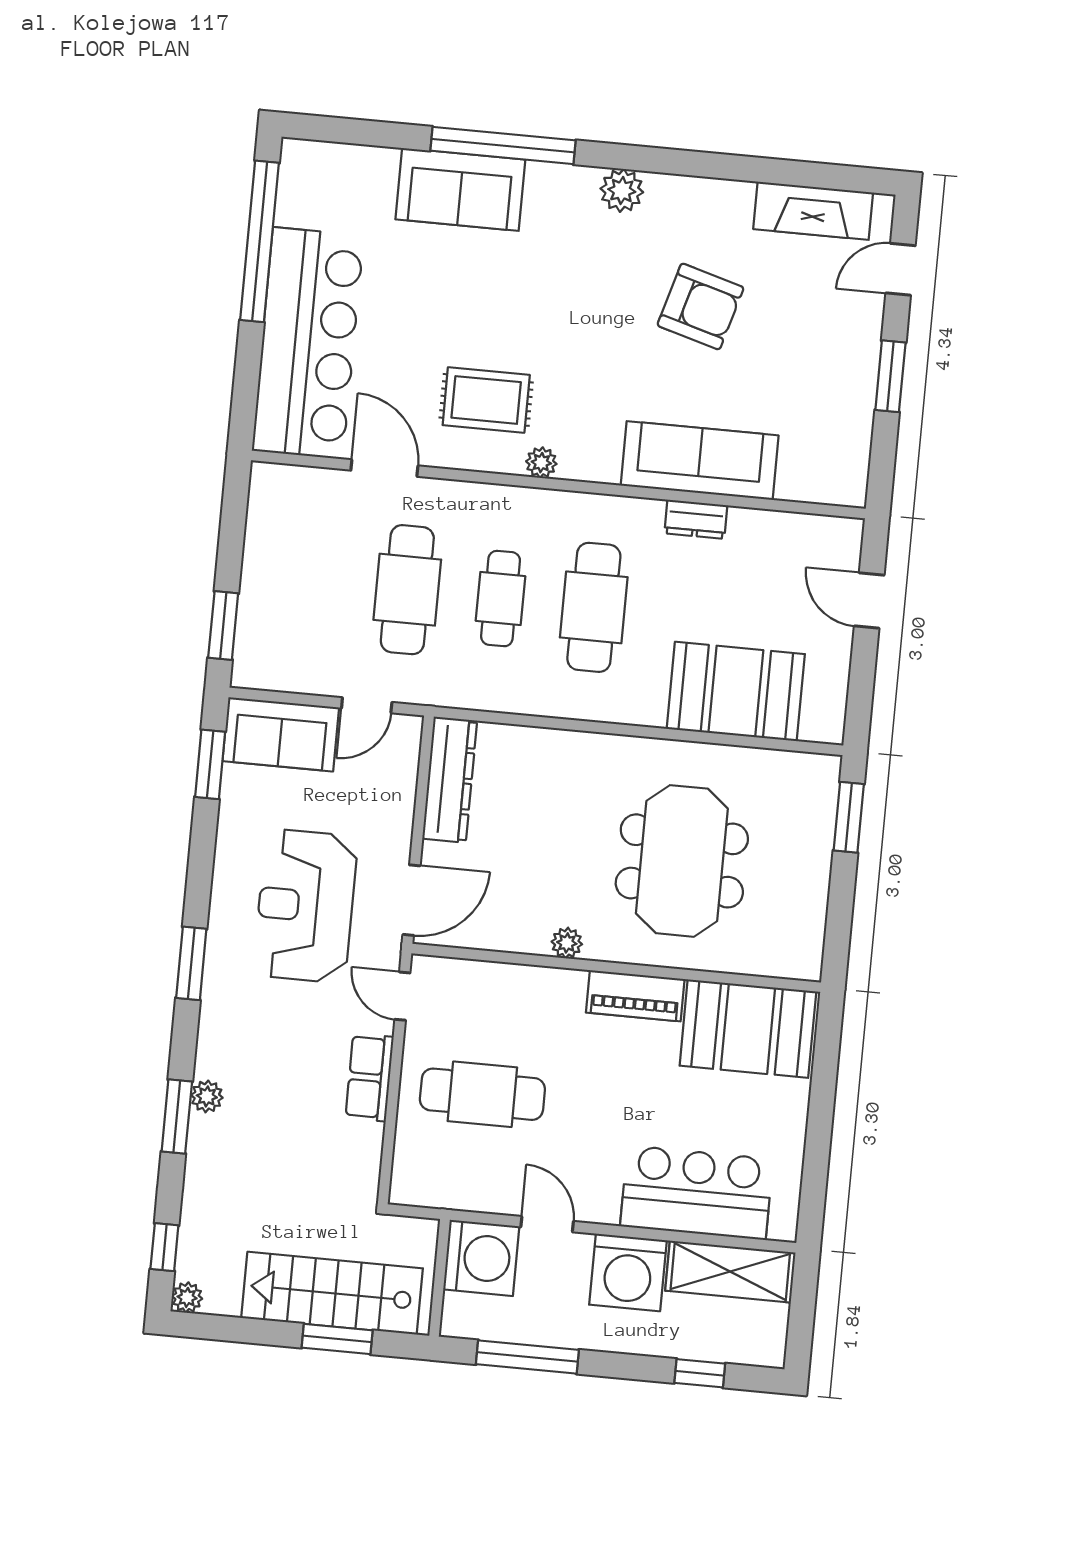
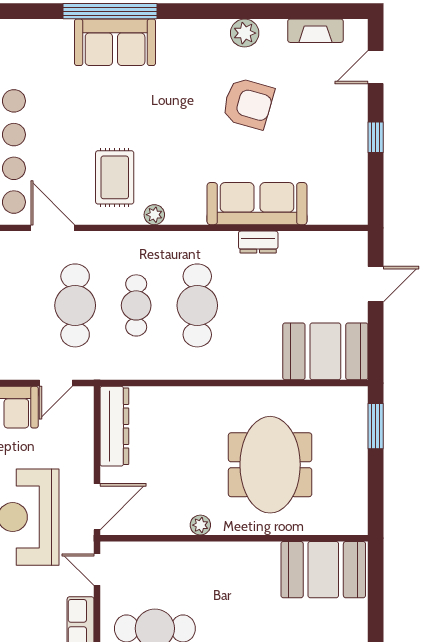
sofa: (460, 189) -> (115, 42), moved
plant: (622, 190) -> (245, 33), moved
fireplace: (813, 211) -> (315, 31), width x0.73, depth x0.76
window: (890, 376) -> (376, 137), width x0.67
rug: (486, 400) -> (115, 177), turned 90
door: (869, 601) -> (376, 284), swing flipped
booth: (736, 691) -> (325, 351), moved
piano: (635, 996) -> (248, 555), removed

